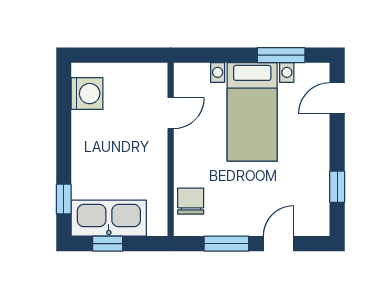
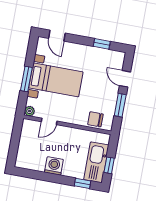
window: (281, 55) -> (26, 79), moved
plant: (183, 72) -> (30, 111), added
washing machine: (87, 94) -> (54, 166), moved
door: (171, 113) -> (49, 121), swing flipped

